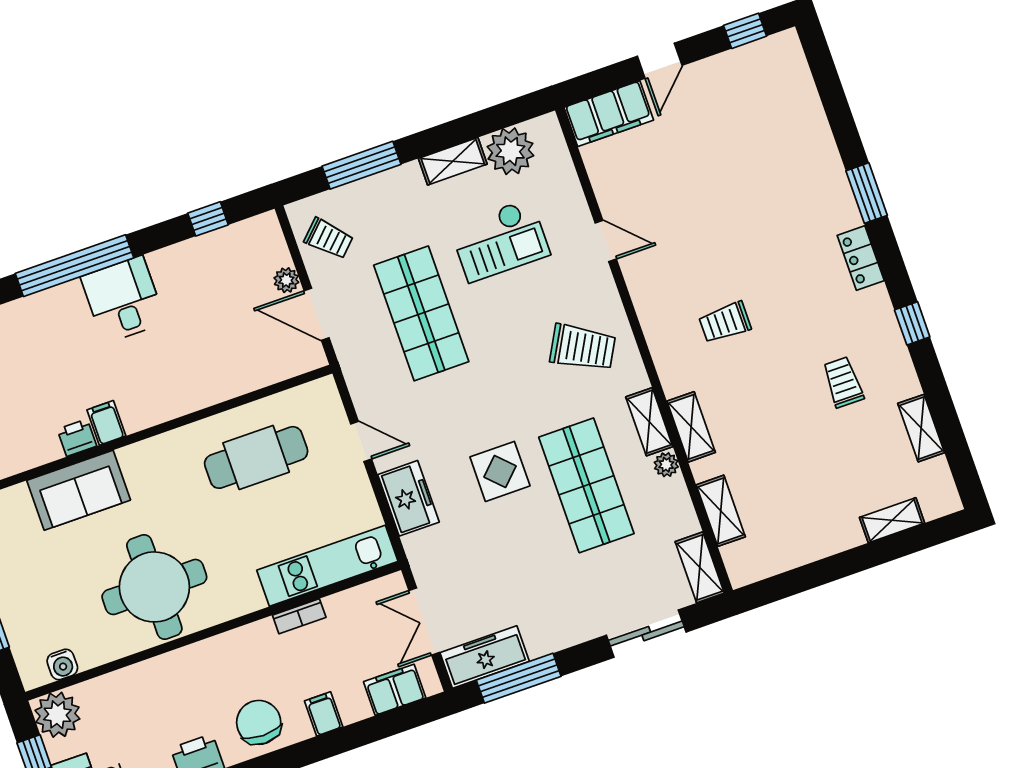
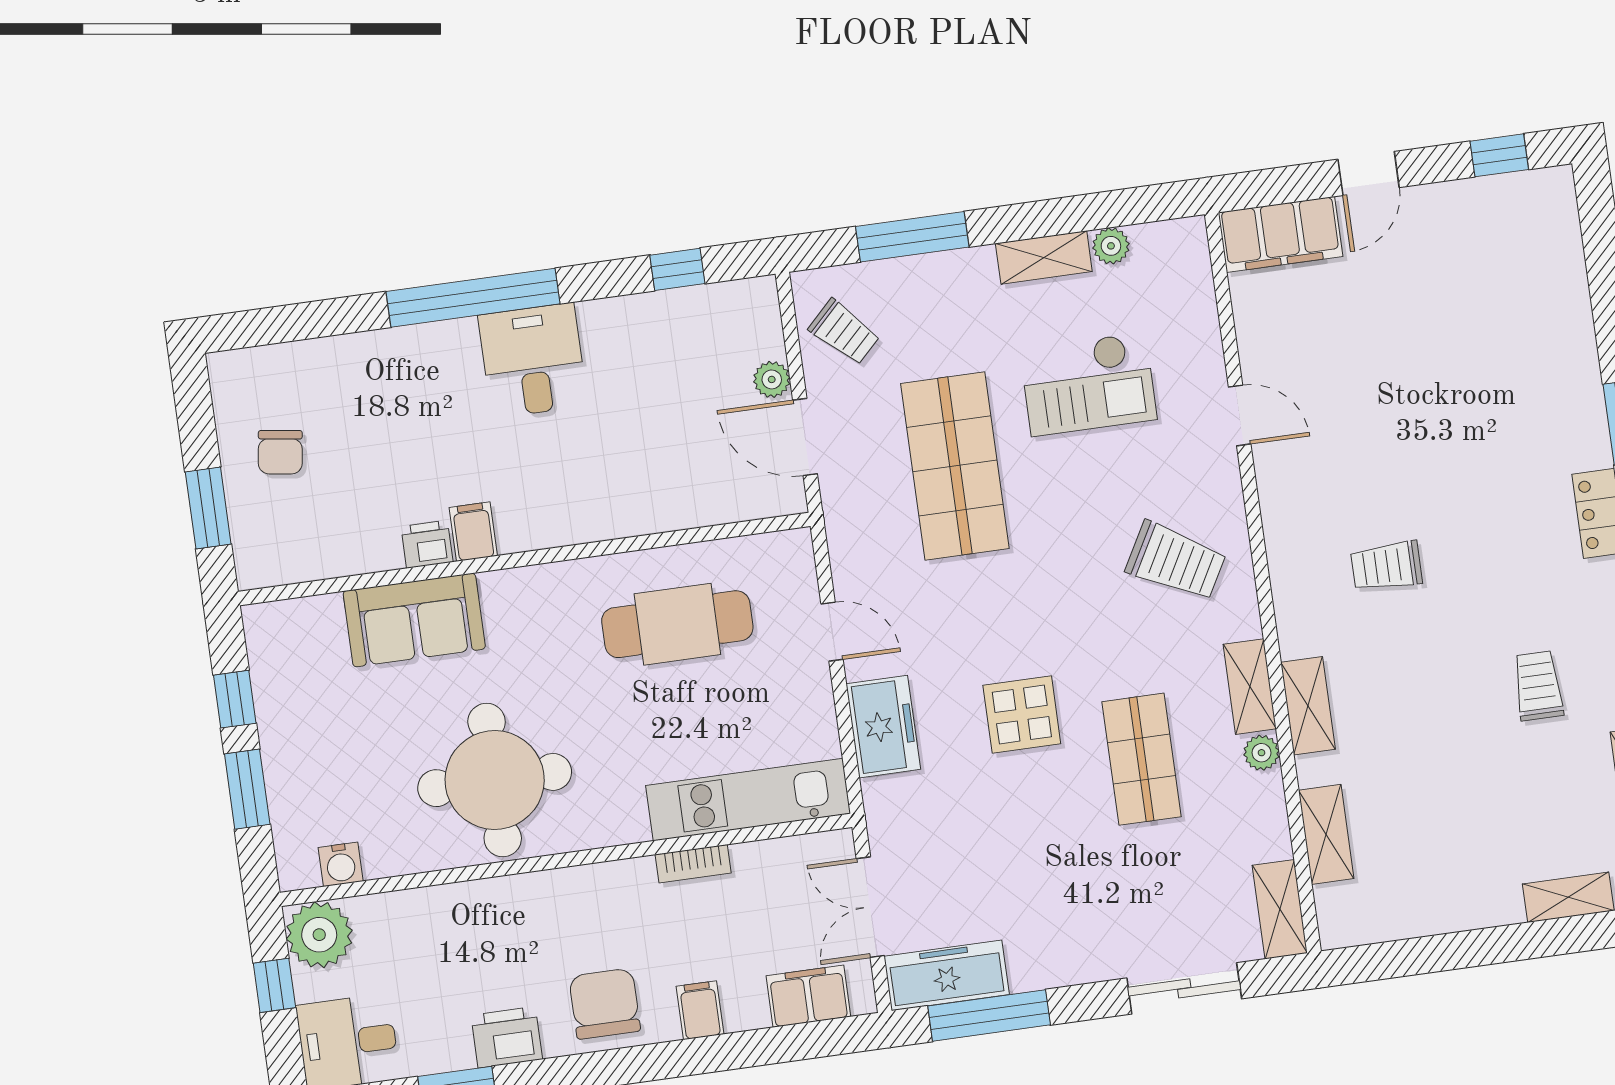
plant: (510, 151) -> (1111, 246), width x0.53, depth x0.53
shop shelf: (586, 485) -> (1141, 759), width x0.70, depth x0.74

